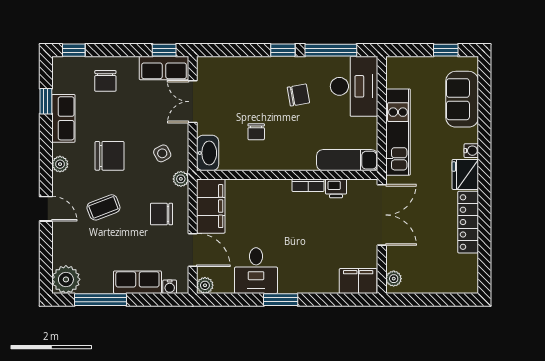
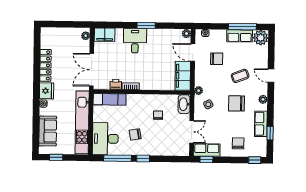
kitchen unit: (398, 132) -> (82, 122), width x1.36
chair: (162, 214) -> (217, 59), moved
desk: (256, 271) -> (135, 41), moved
row of seats: (137, 282) -> (240, 36), moved

